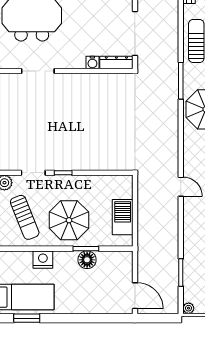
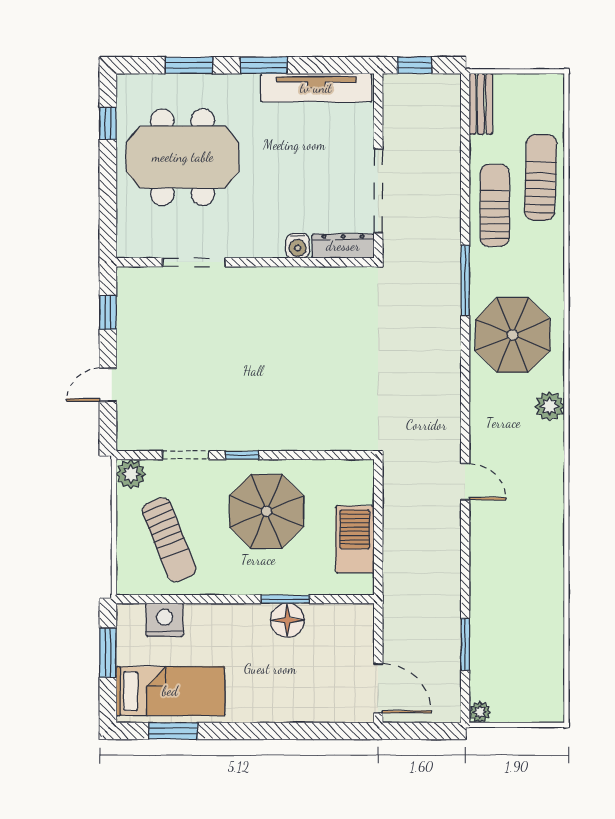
parasol: (69, 220) -> (266, 511), moved
nightstand: (43, 260) -> (165, 620), moved

